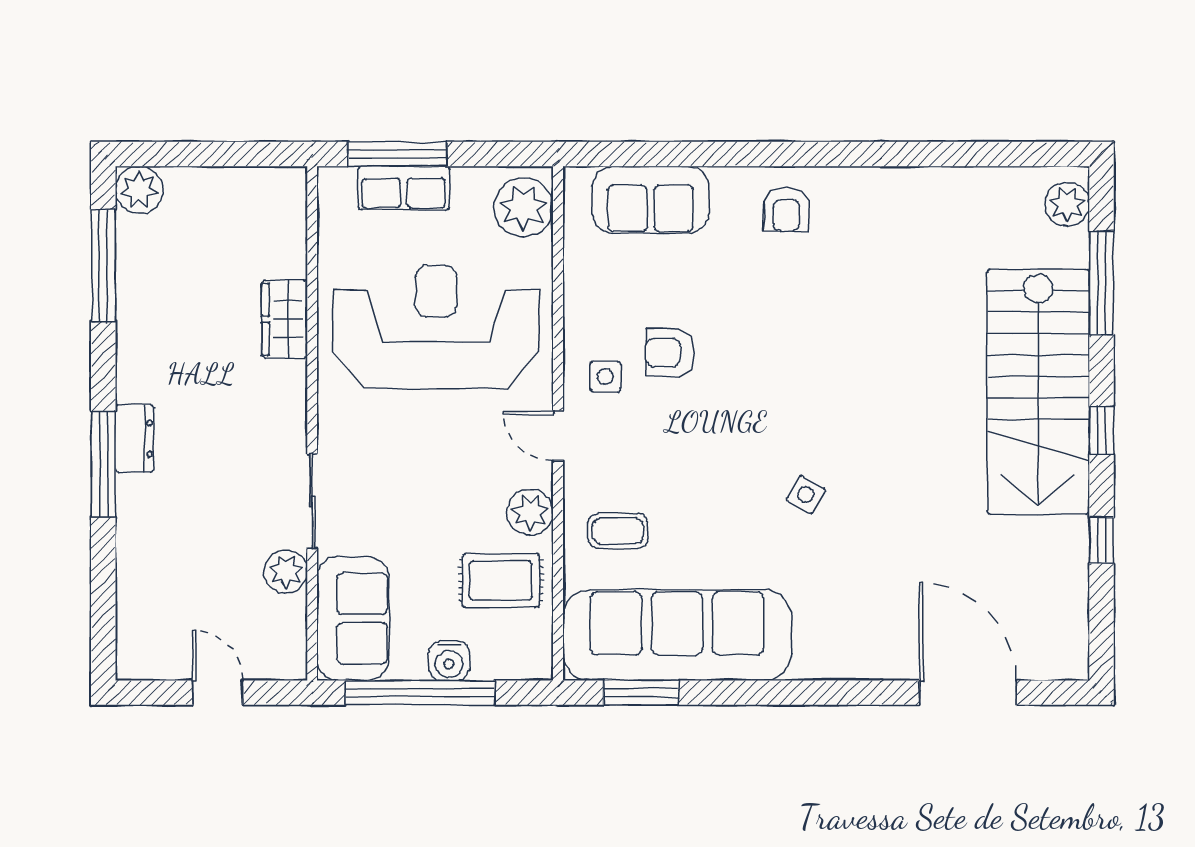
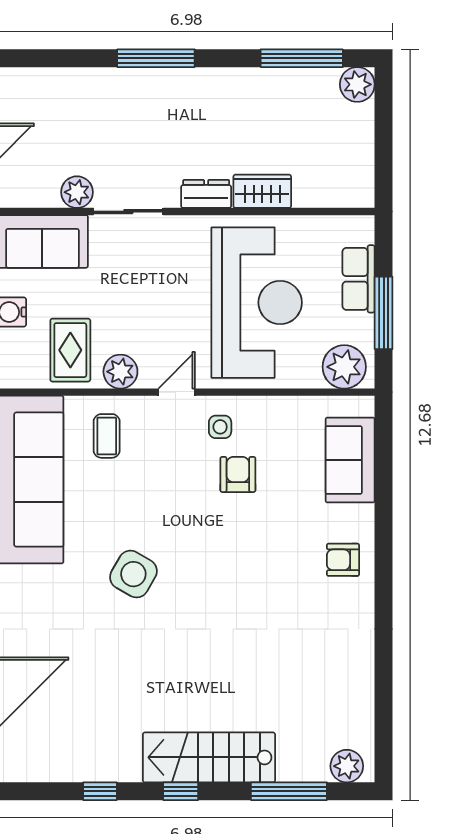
window: (397, 154) -> (384, 313), moved
stairs: (1038, 392) -> (209, 757), width x0.73, depth x0.66
dresser: (135, 438) -> (206, 194), moved, turned 180
side table: (806, 495) -> (133, 574), width x1.87, depth x1.87

